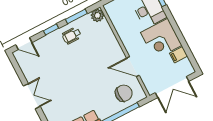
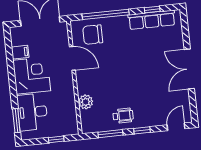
plant: (97, 15) -> (86, 102), moved
door: (24, 44) -> (176, 127), hinge flipped
double door: (32, 96) -> (189, 69), width x1.37

